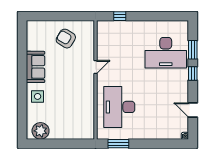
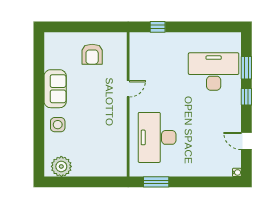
armchair: (66, 39) -> (92, 54), turned -121
desk: (166, 53) -> (214, 72), turned 180

